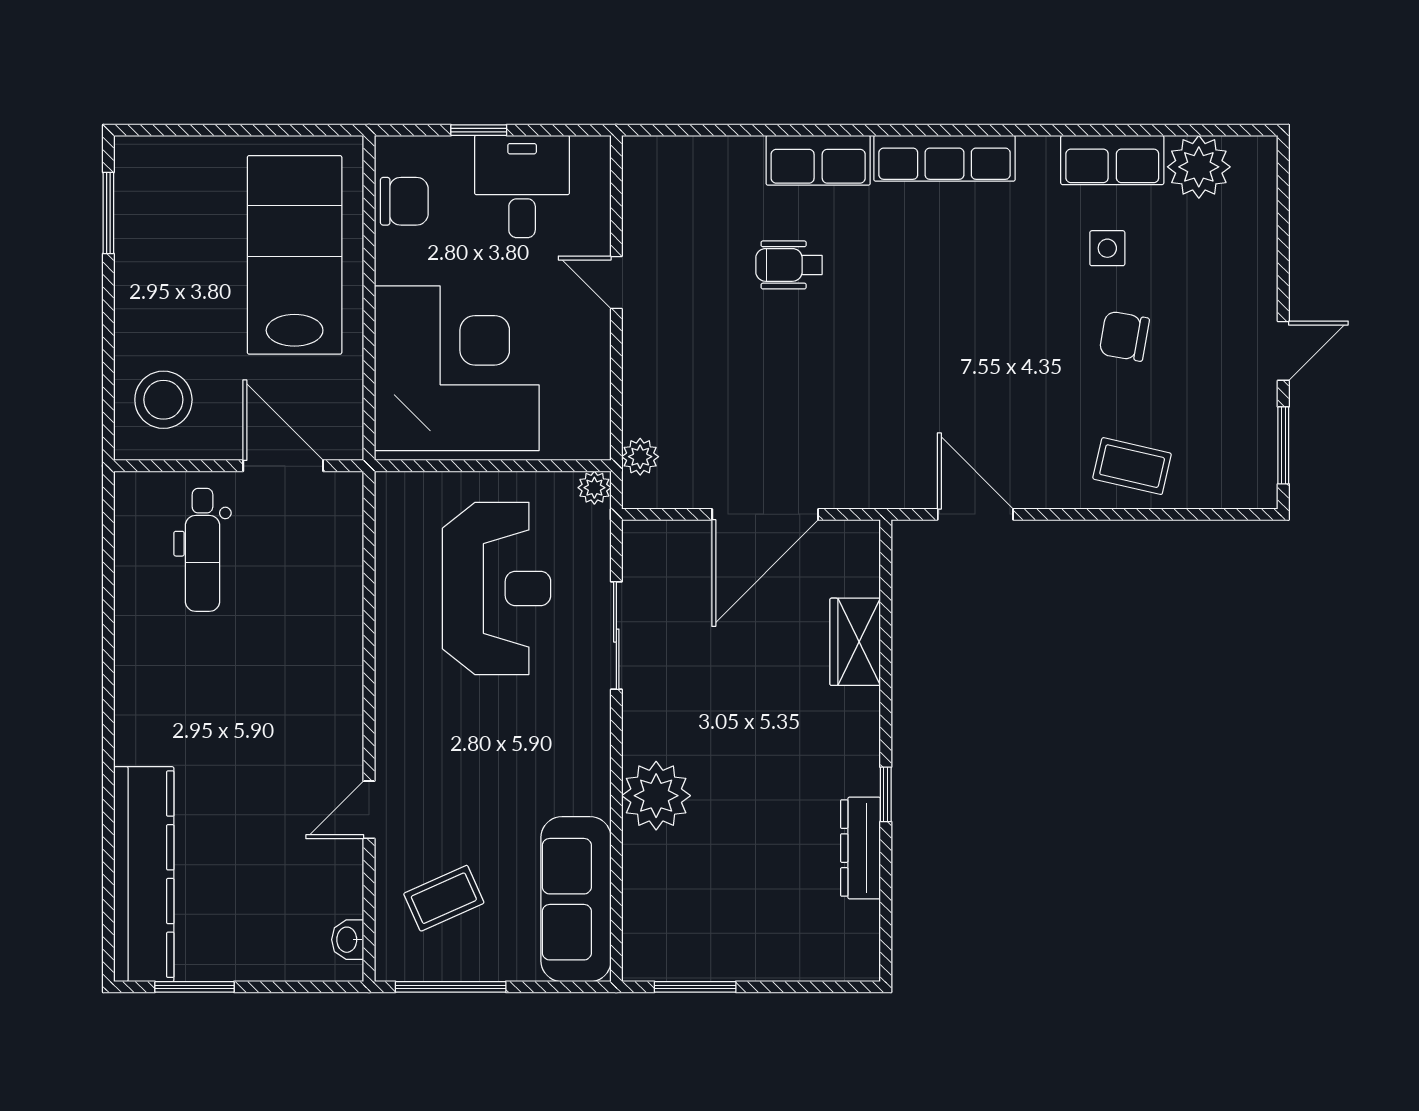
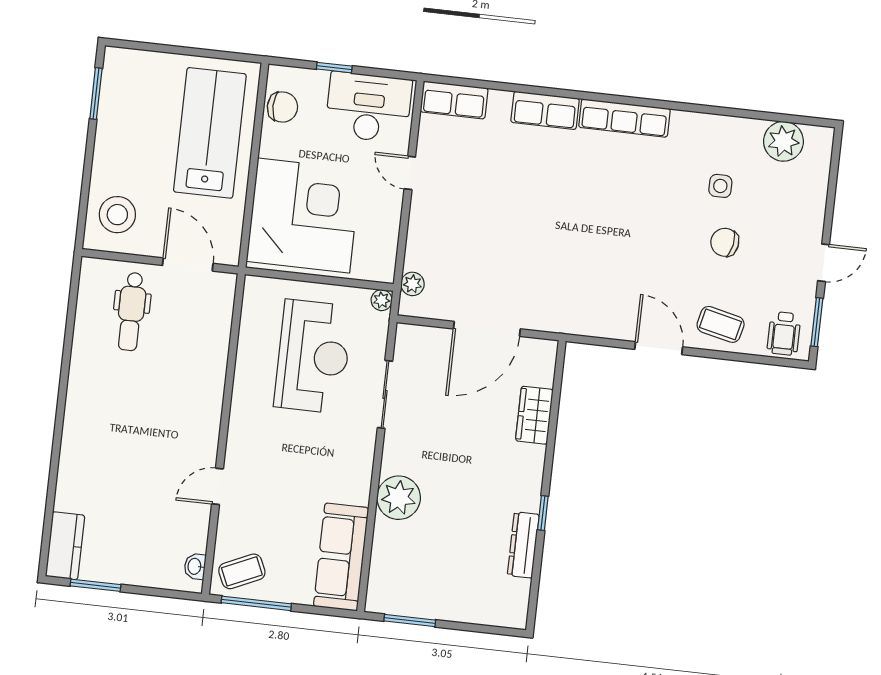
row of seats: (1112, 160) -> (454, 100), moved
desk: (522, 187) -> (368, 107), width x1.37
wheelchair: (789, 265) -> (784, 334), moved, turned -90
door: (975, 514) -> (659, 348), moved
kitchen counter: (144, 874) -> (65, 546), width x0.48, depth x0.86
coffee table: (444, 898) -> (242, 571), moved

